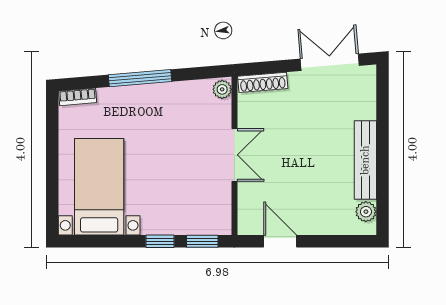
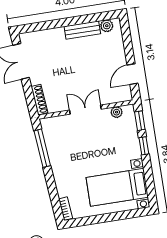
window: (140, 78) -> (42, 148), moved
plant: (222, 89) -> (117, 112), moved
bench: (365, 160) -> (82, 30), width x0.73

